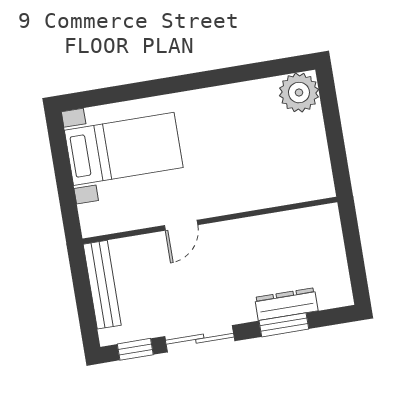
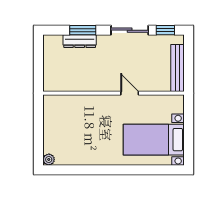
plant: (299, 93) -> (49, 159), width x0.53, depth x0.53
door: (181, 225) -> (130, 93), hinge flipped

